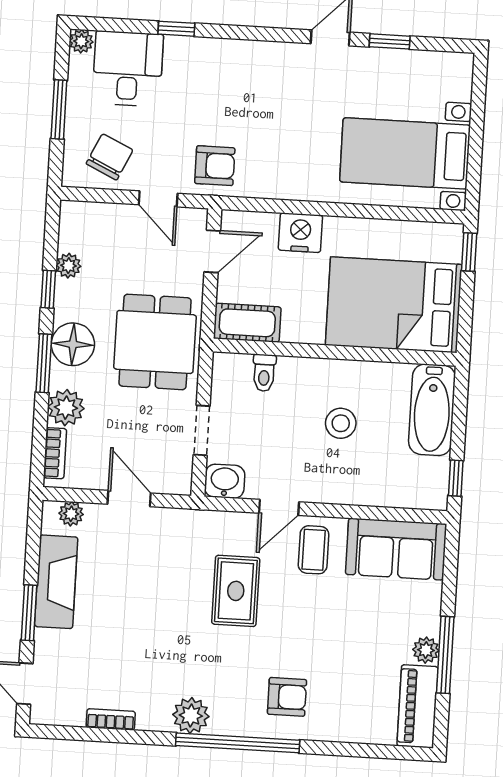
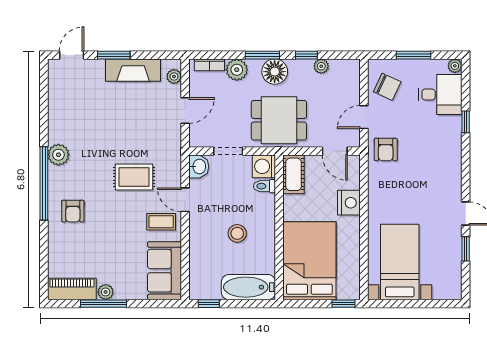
washing machine: (231, 372) -> (264, 166), added
bookcase: (111, 719) -> (53, 107), removed

